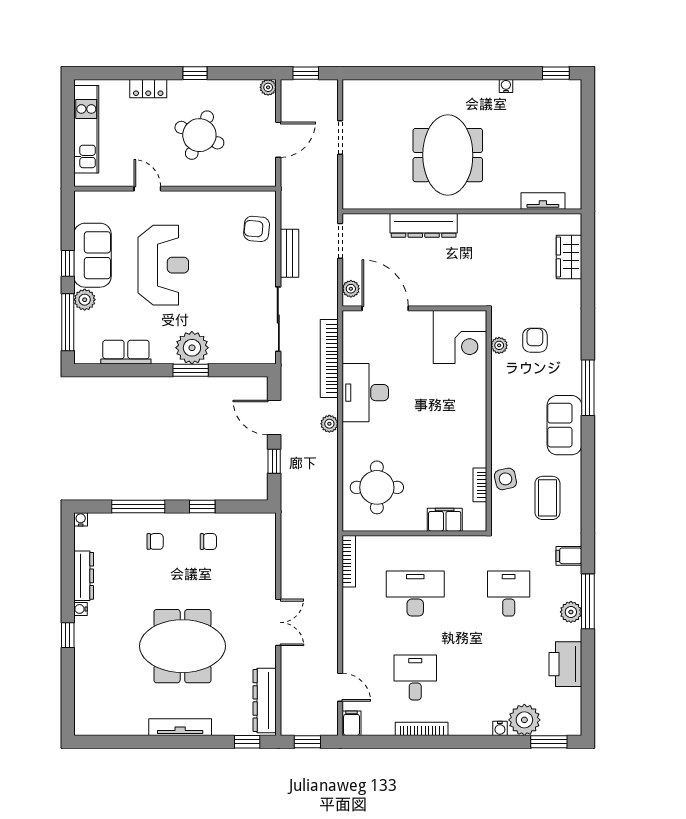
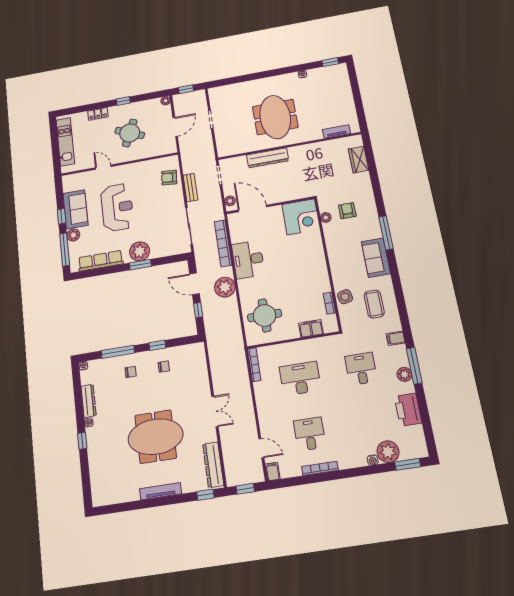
row of seats: (126, 352) -> (101, 261), width x1.48
plant: (329, 424) -> (225, 287), width x1.88, depth x1.88

